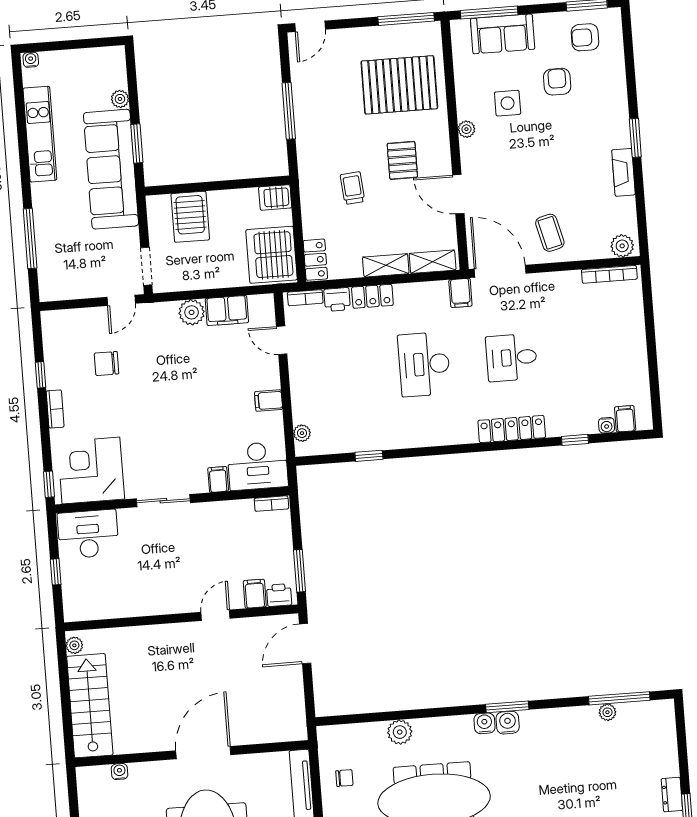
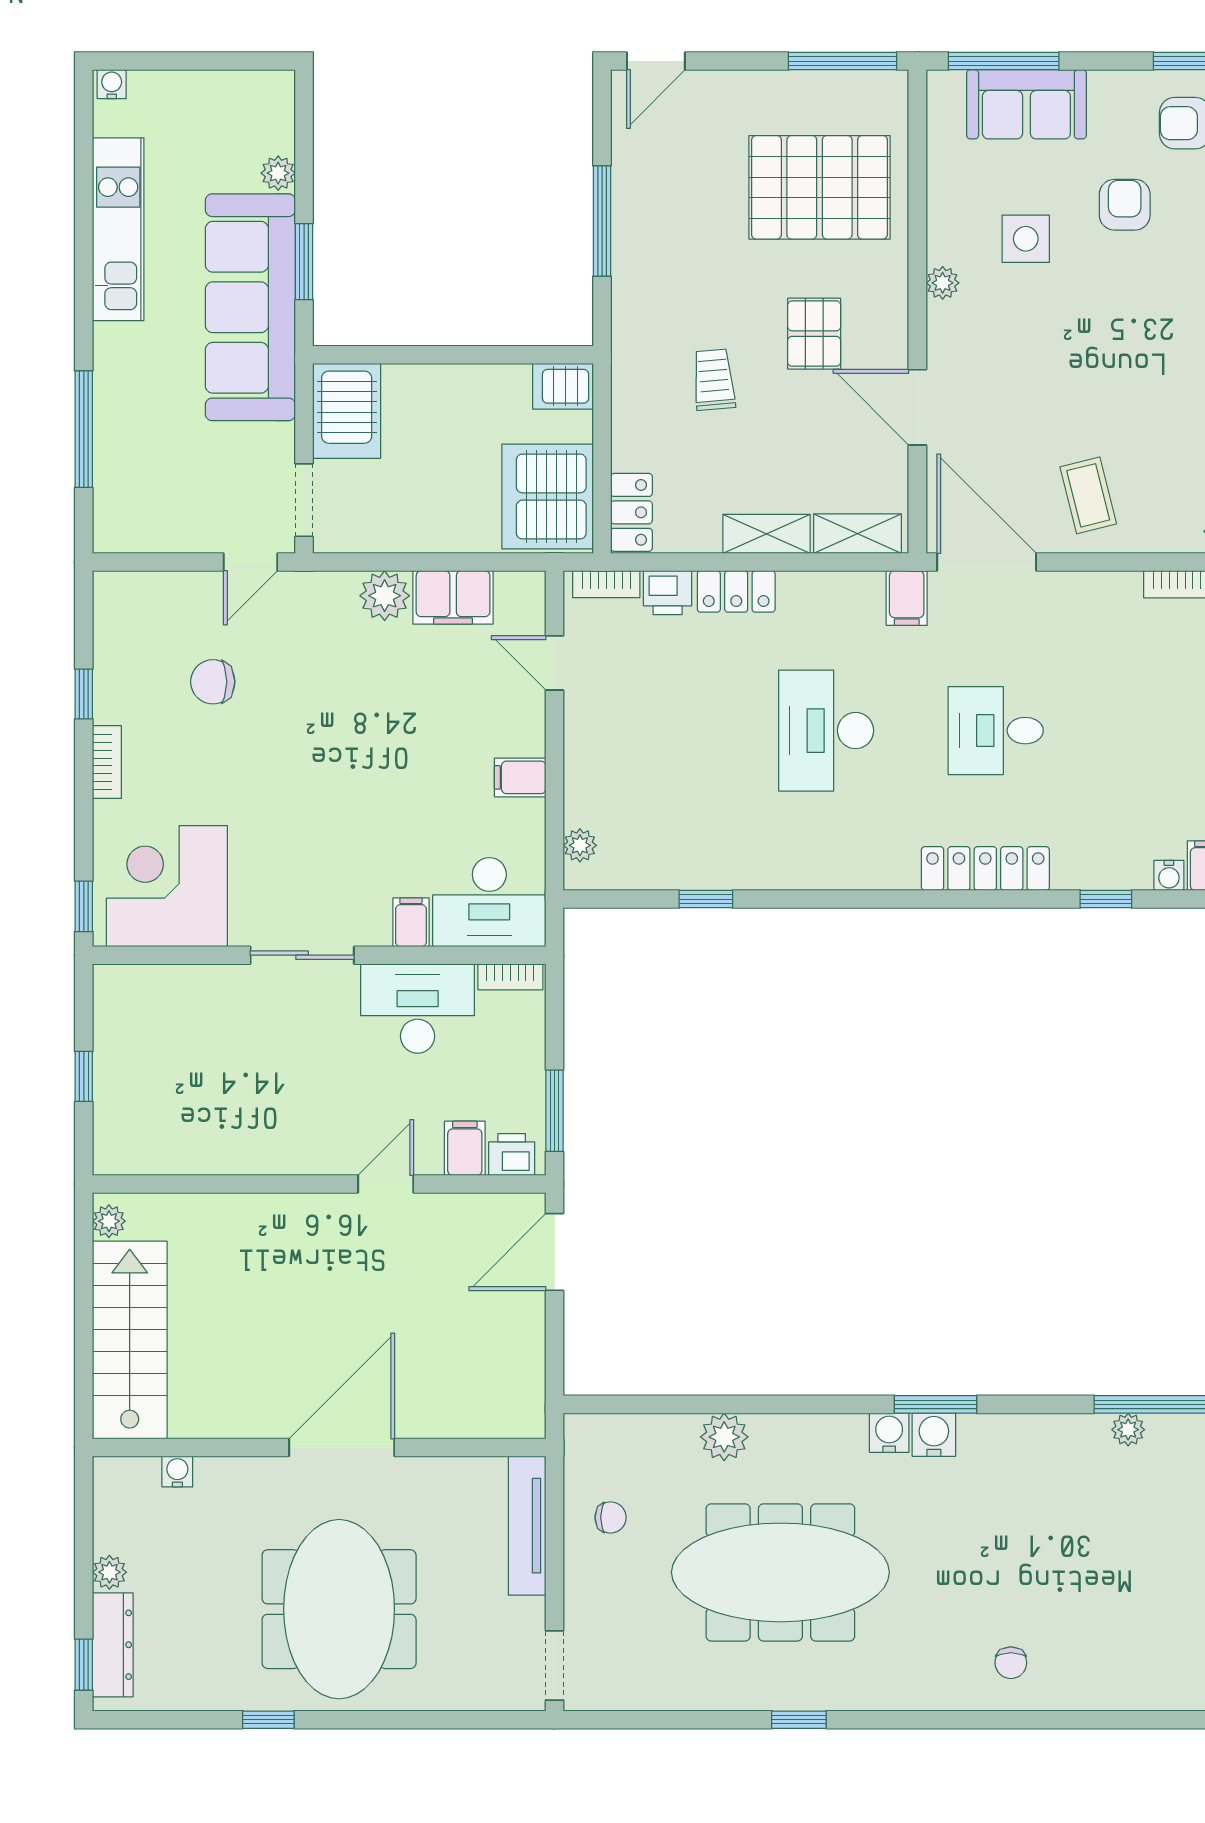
server rack: (190, 217) -> (347, 411), moved
desk: (88, 534) -> (418, 1009), moved

